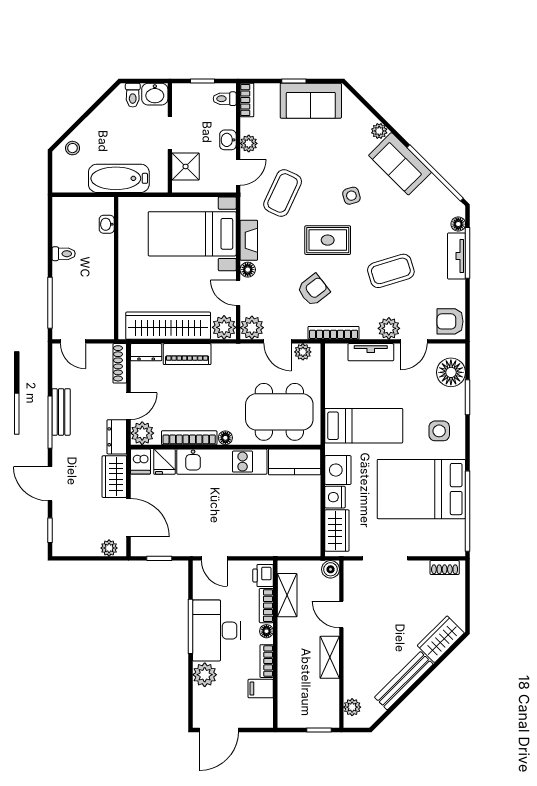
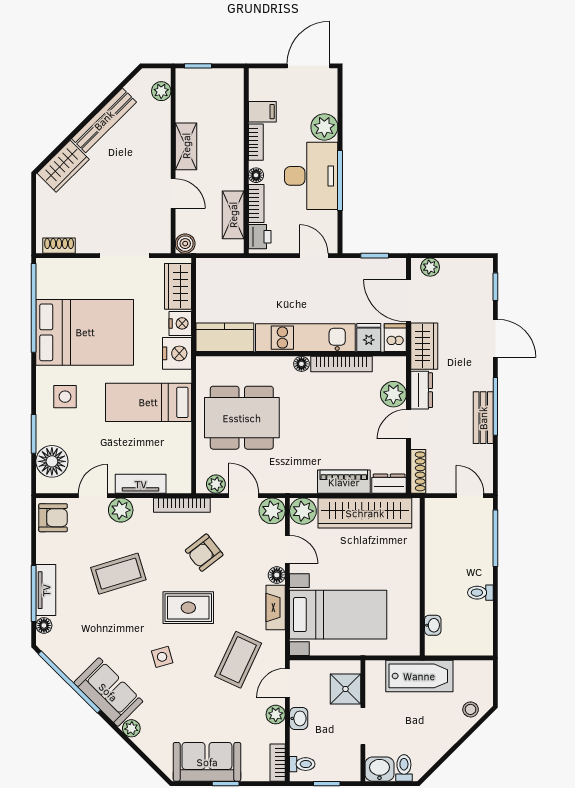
bookcase: (189, 438) -> (341, 364), moved
floor lamp: (225, 438) -> (301, 364), moved
wall: (226, 447) -> (301, 354), moved
dishwasher: (140, 462) -> (395, 338), moved
fridge: (164, 462) -> (369, 338), moved
kitchen unit: (222, 462) -> (305, 338), moved
kitchen counter: (295, 462) -> (225, 337), moved

